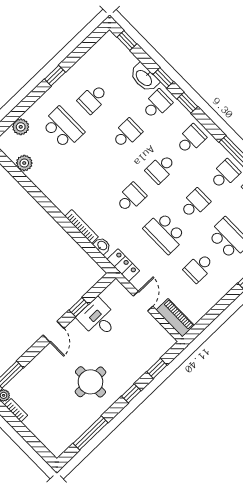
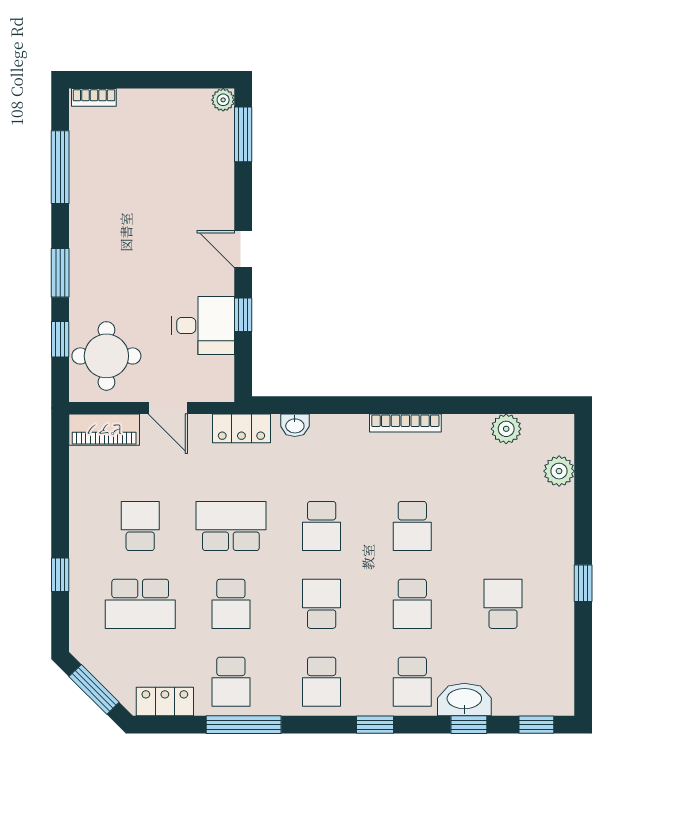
window: (163, 78) -> (469, 725), moved
school desk: (63, 128) -> (412, 526), moved, width x0.54
bookcase: (82, 227) -> (405, 423), moved
round table: (90, 382) -> (106, 356), moved
window: (131, 393) -> (60, 273), width x1.50
bookcase: (16, 410) -> (94, 97), moved

